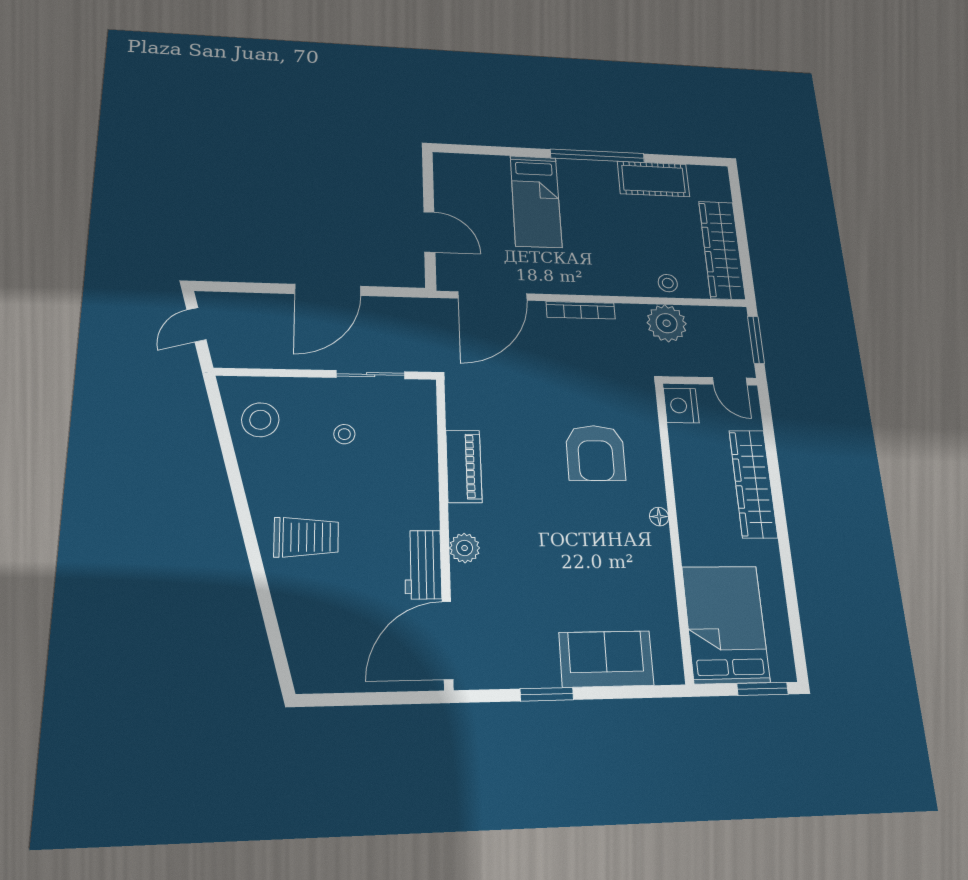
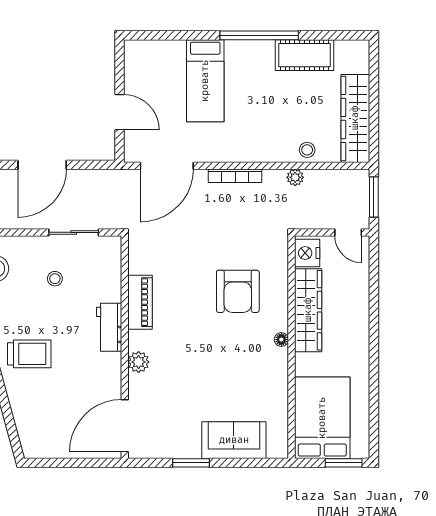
plant: (667, 323) -> (295, 177), width x0.53, depth x0.53
wardrobe: (753, 484) -> (308, 310), moved, turned 180
workbench: (423, 565) -> (109, 327), moved

